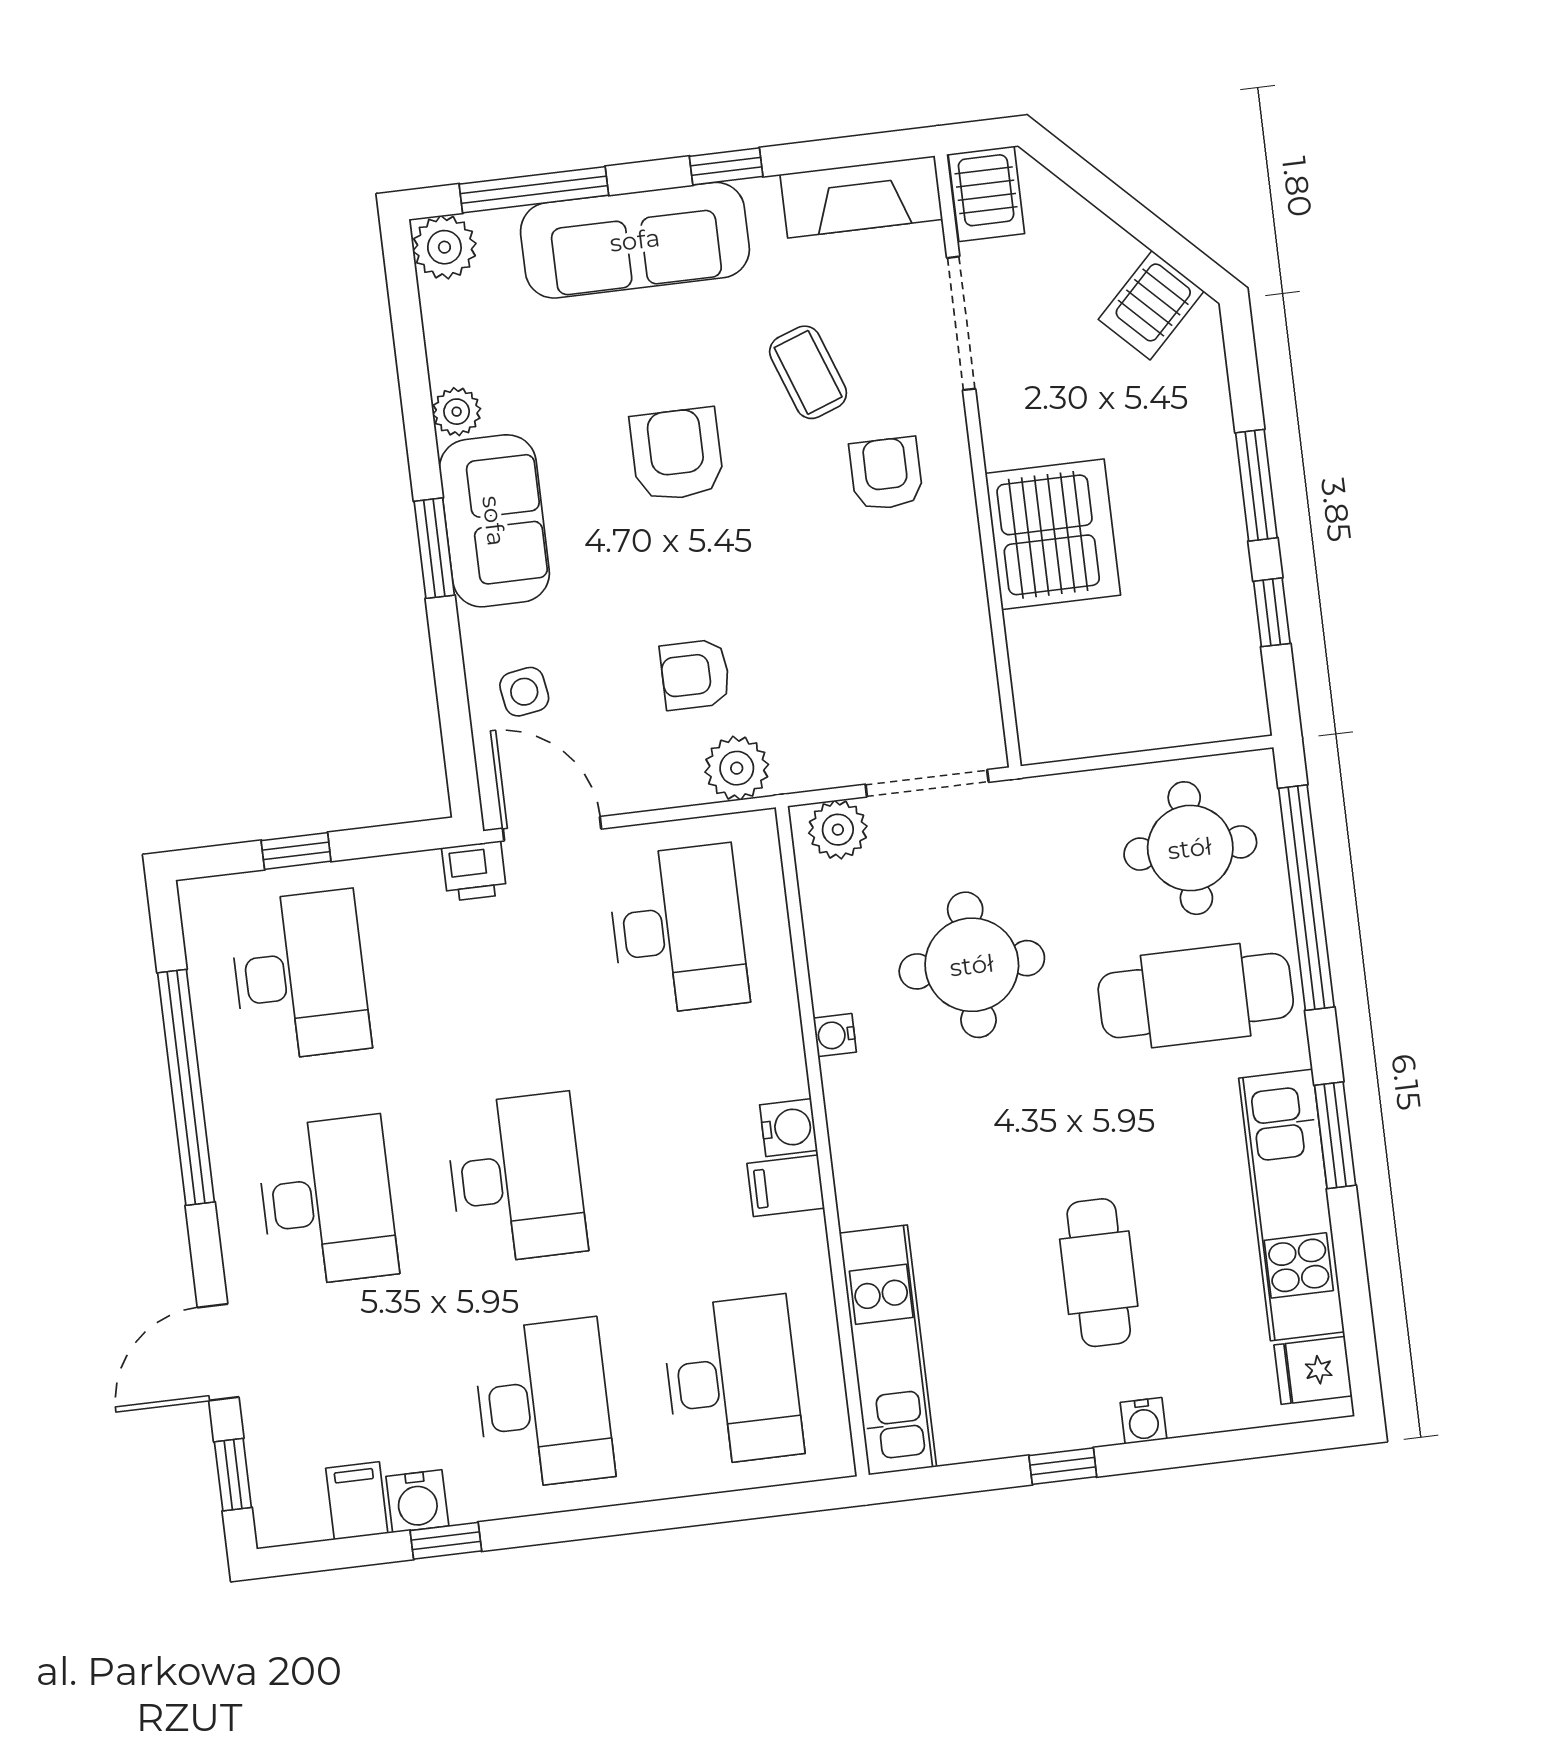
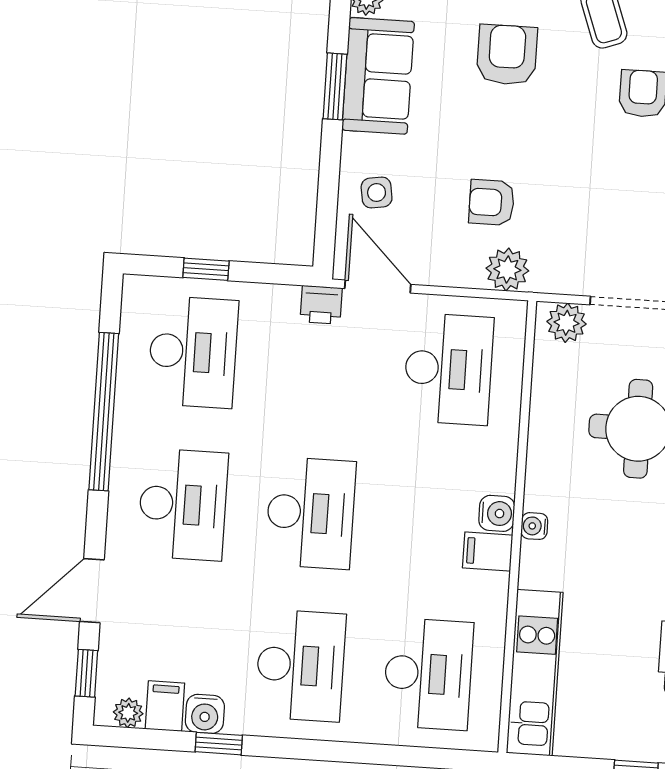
water cooler: (835, 1035) -> (534, 526), moved
plant: (305, 1521) -> (128, 713), added

